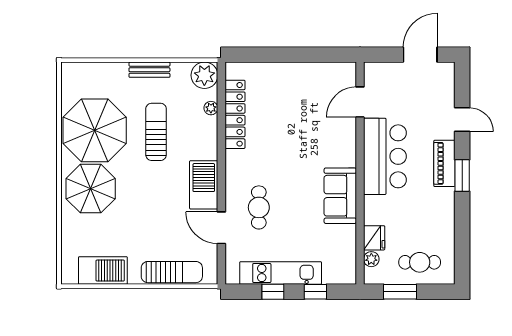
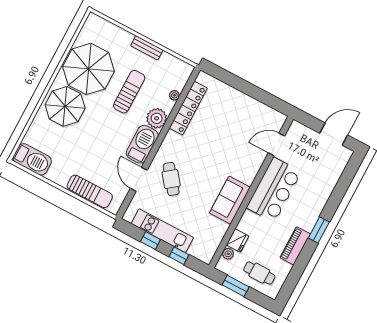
plant: (204, 75) -> (157, 118), moved
door: (462, 120) -> (339, 193), removed
piano: (444, 163) -> (295, 246), moved
cafe table: (259, 207) -> (171, 179), turned -38
barbecue: (103, 271) -> (32, 159), moved

